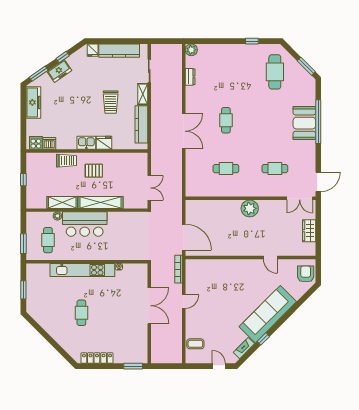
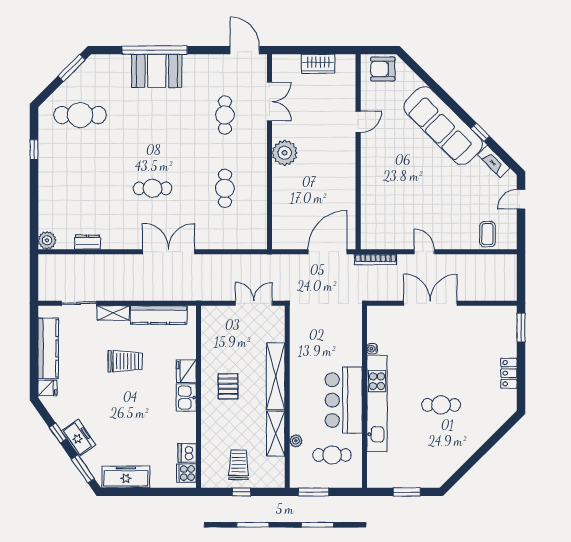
trolley: (66, 161) -> (238, 465), moved
double door: (300, 198) -> (269, 102), moved
bar counter: (85, 224) -> (344, 400), moved, turned 180
window: (23, 244) -> (313, 492), moved
locker: (97, 358) -> (509, 373), width x0.66

